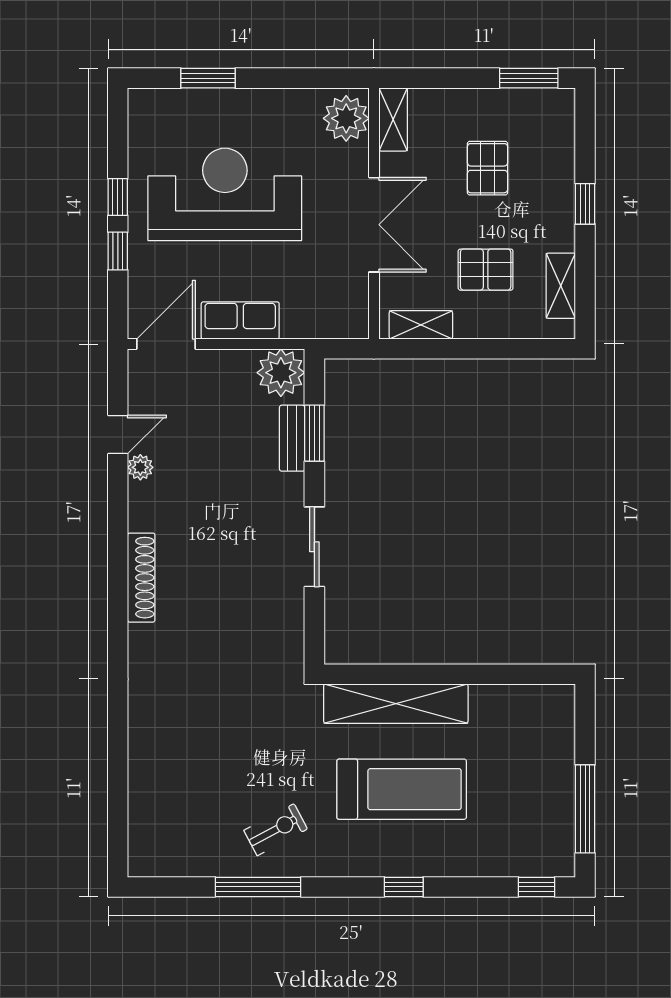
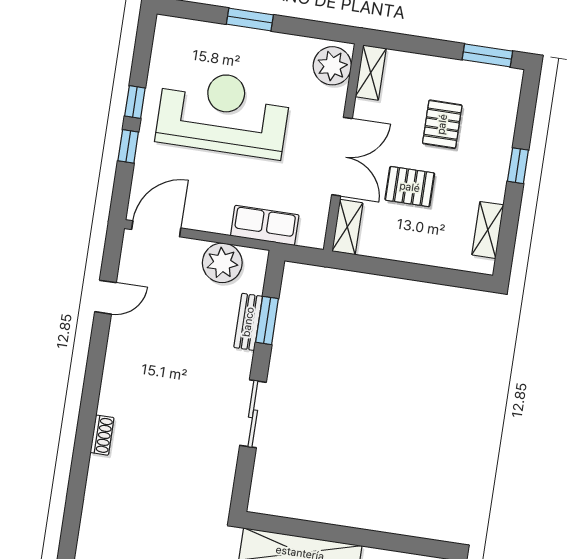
window: (208, 78) -> (250, 20), moved
pallet: (486, 270) -> (410, 187), moved
row of seats: (240, 320) -> (265, 225), moved
shelving: (421, 325) -> (347, 227), moved, turned 90
plant: (281, 373) -> (222, 263), moved
plant: (140, 467) -> (120, 327), removed
shoe rack: (141, 578) -> (102, 435), width x0.51, depth x0.81

